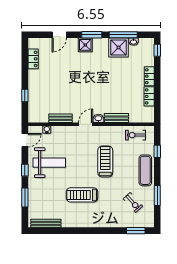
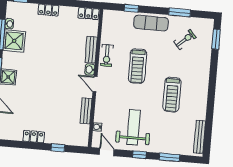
locker: (33, 59) -> (34, 137), moved
locker: (149, 96) -> (89, 14), moved
exercise bike: (136, 135) -> (107, 55), moved
treadmill: (105, 161) -> (138, 66), turned -90

